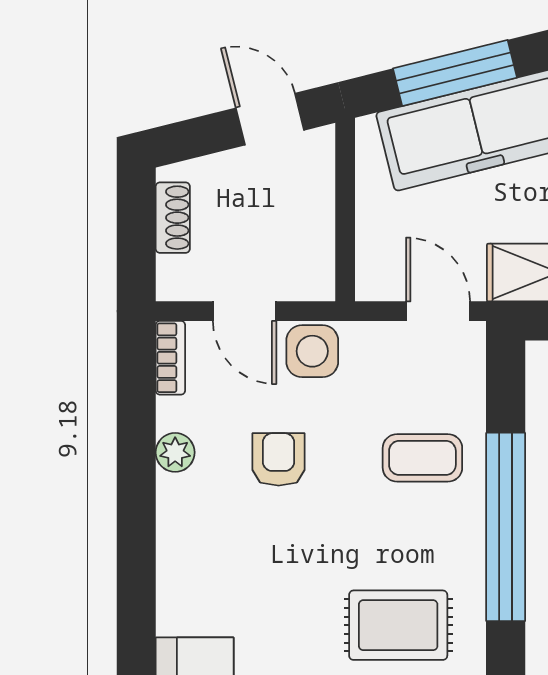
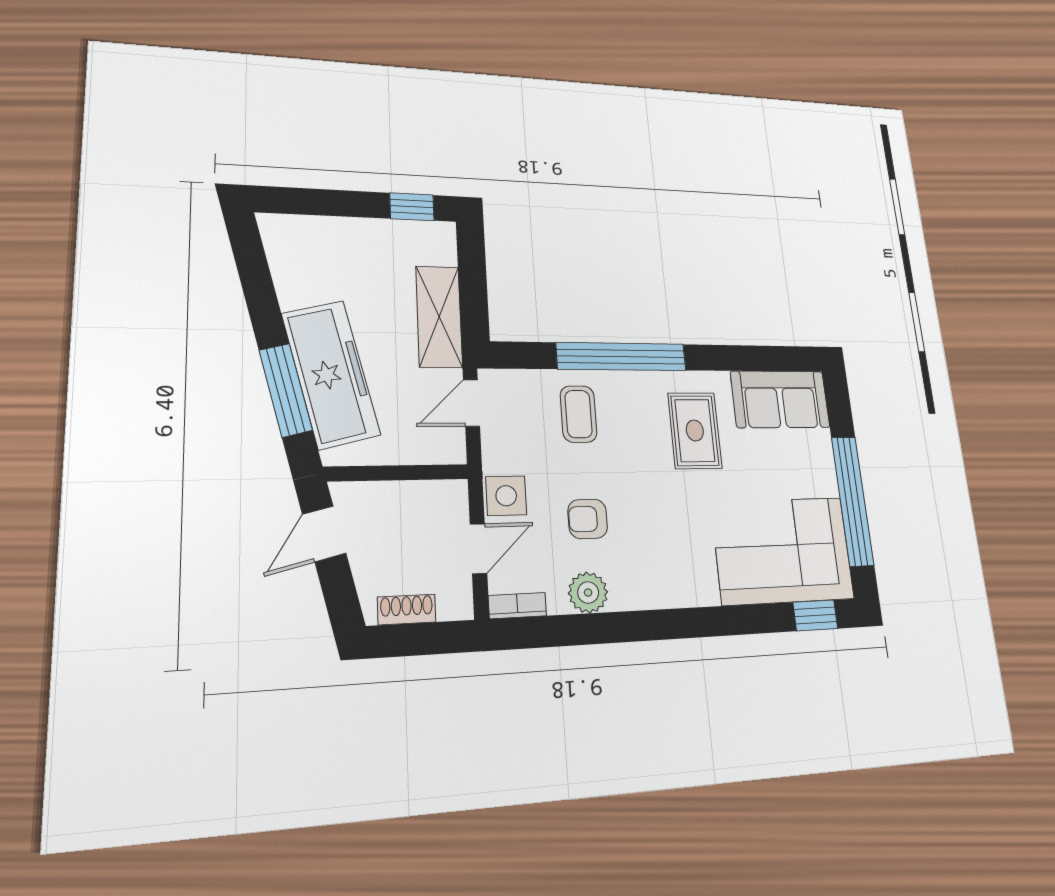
plant: (175, 452) -> (588, 593), width x1.38, depth x1.38

